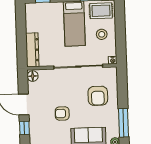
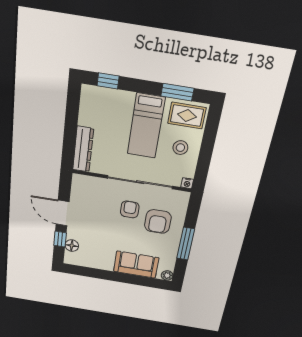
floor lamp: (33, 76) -> (72, 246), moved
armchair: (62, 113) -> (130, 209), moved, turned 90
window: (124, 123) -> (186, 244), moved

